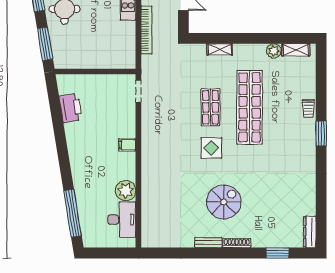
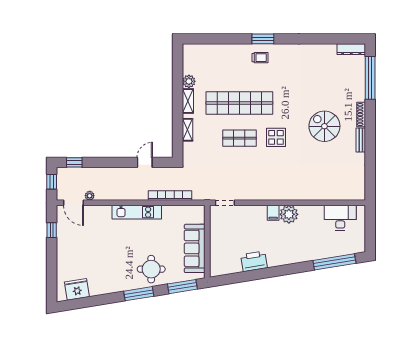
shelving: (296, 50) -> (188, 101), moved
sofa: (88, 57) -> (195, 248), added
printer: (71, 108) -> (254, 261), moved
trolley: (308, 108) -> (260, 58), moved
plant: (126, 191) -> (289, 214), moved
window: (278, 253) -> (370, 78), width x2.11

